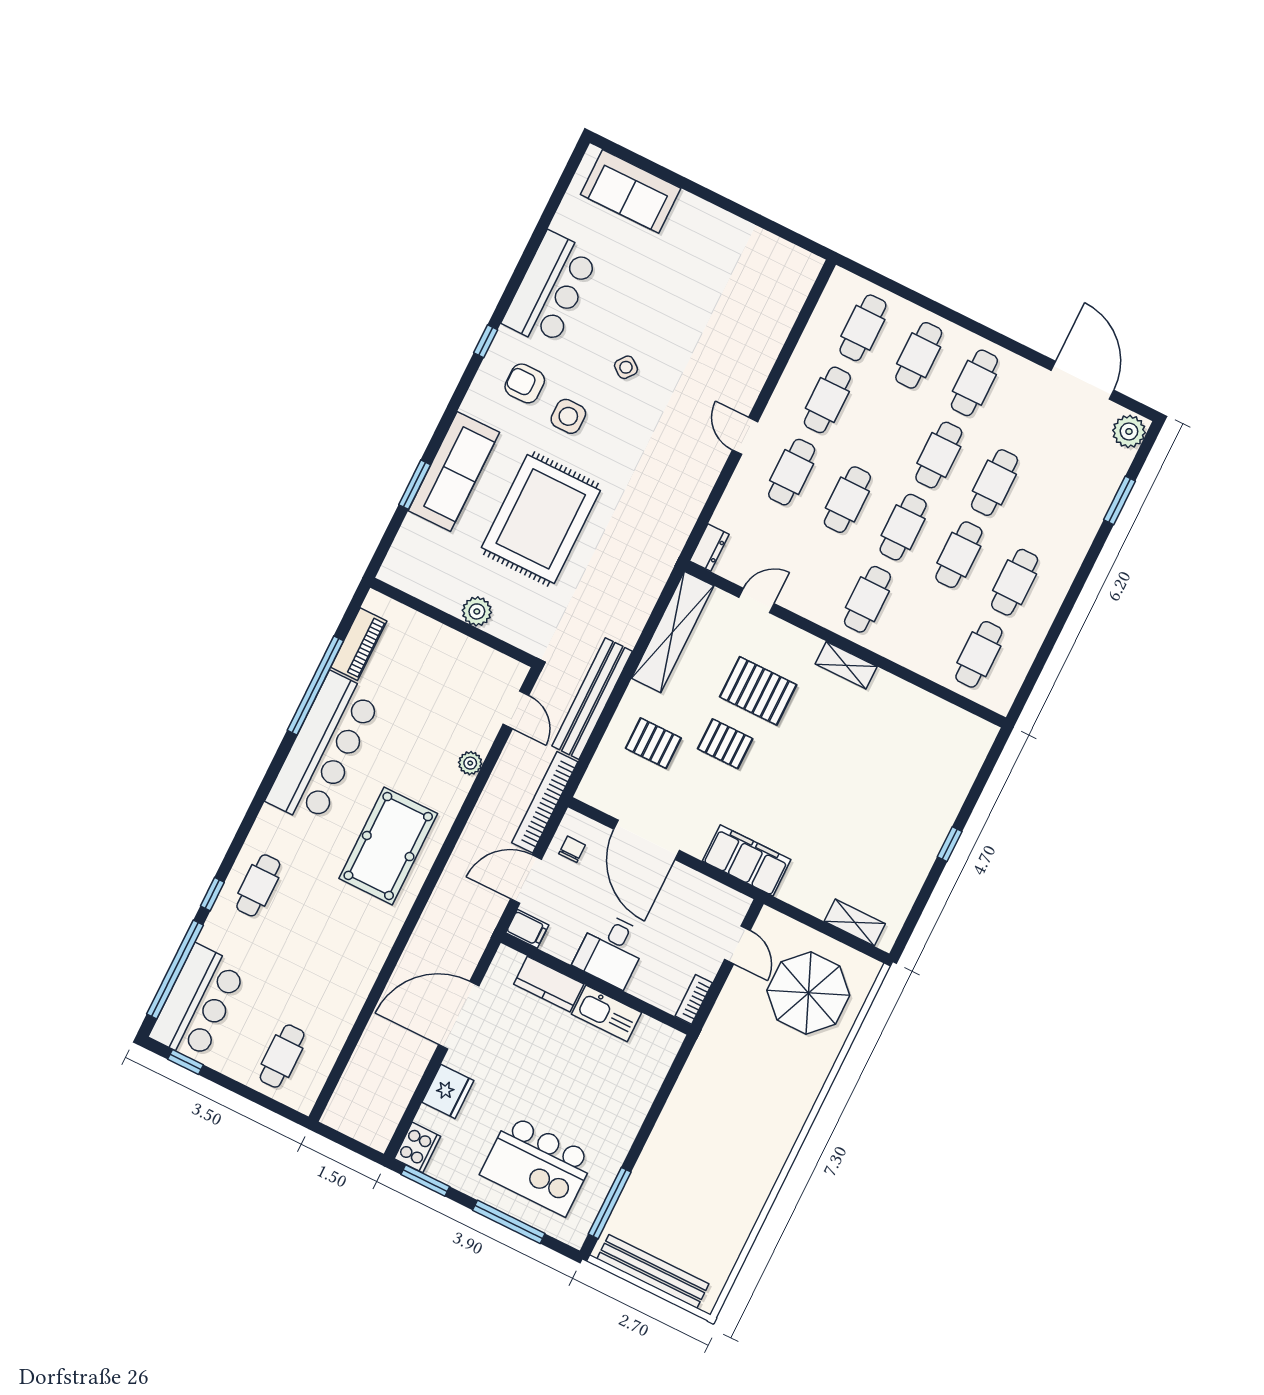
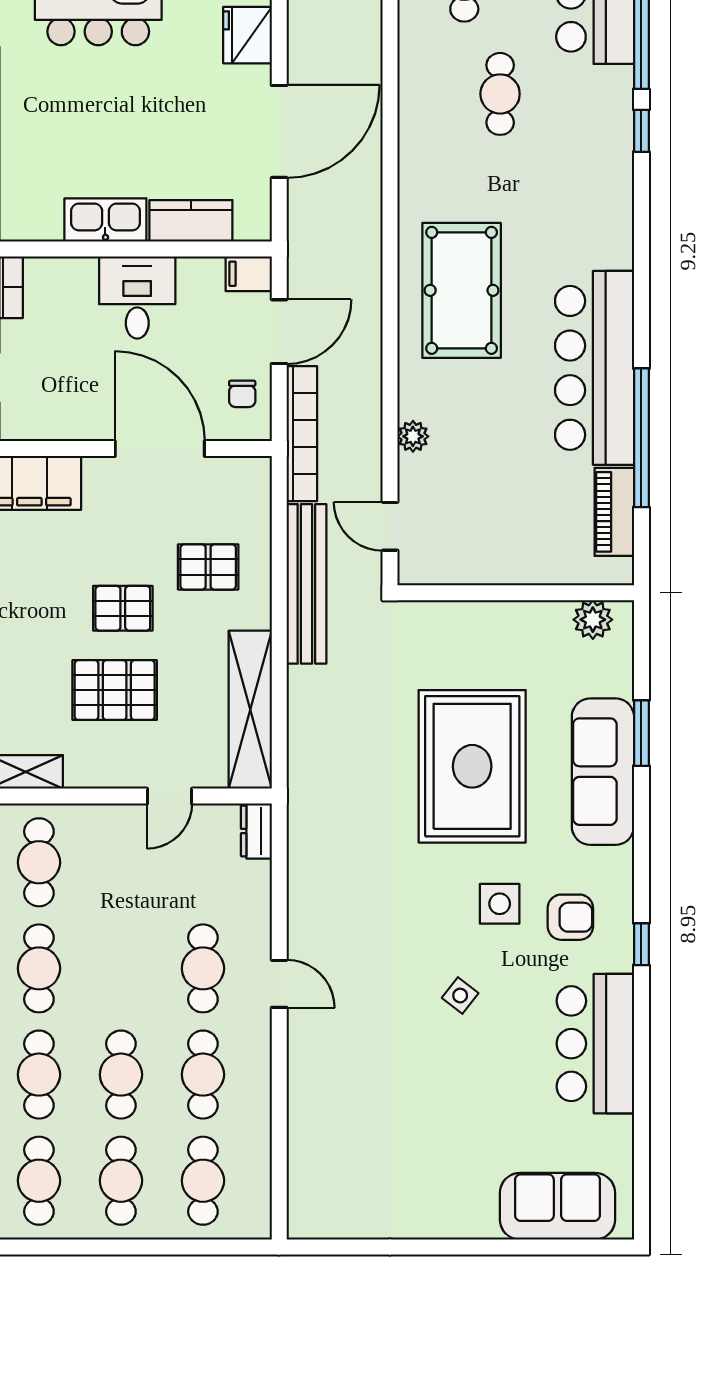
cafe table: (847, 500) -> (121, 1075), moved
plant: (477, 611) -> (593, 620), moved
cafe table: (258, 885) -> (500, 94), moved

